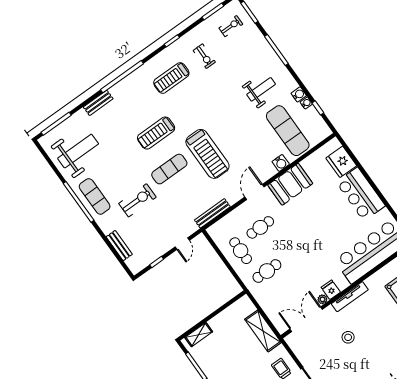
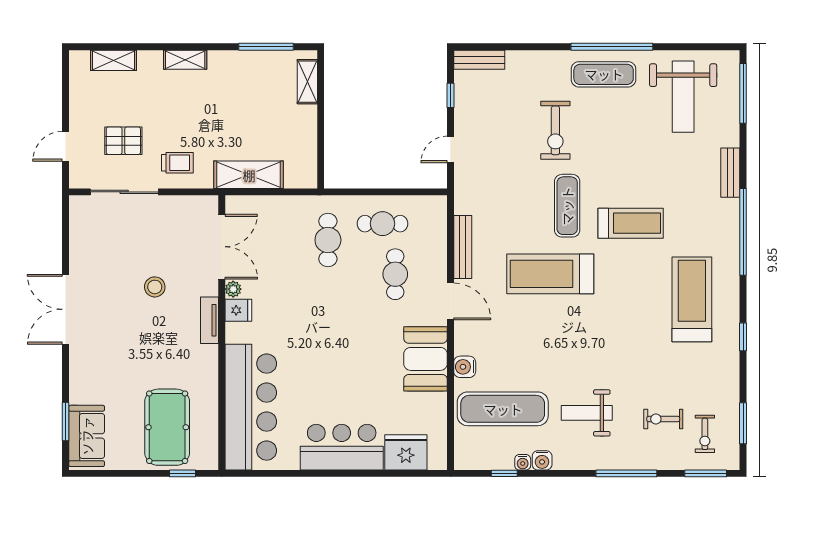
exercise bike: (204, 56) -> (663, 419), moved
treadmill: (171, 78) -> (692, 299), width x1.37, depth x1.38
weight bench: (261, 89) -> (587, 413), turned 90
treadmill: (156, 133) -> (631, 223), turned 90
bench: (212, 213) -> (463, 247), moved
door: (182, 244) -> (450, 149), hinge flipped
bench: (119, 246) -> (479, 60), moved
tv unit: (350, 297) -> (210, 320), width x0.71

